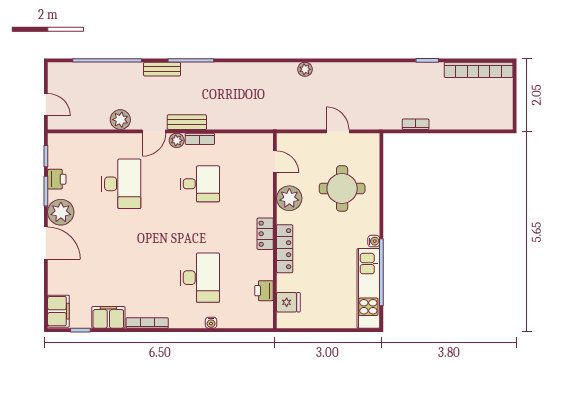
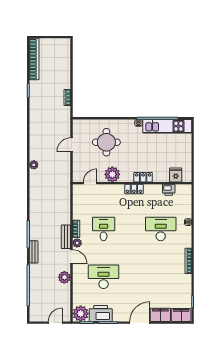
printer: (57, 179) -> (101, 313), width x1.87, depth x1.48
plant: (61, 212) -> (81, 314), moved
locker: (285, 249) -> (143, 177), width x0.66
filing cabinet: (108, 317) -> (160, 315), moved, turned 90

